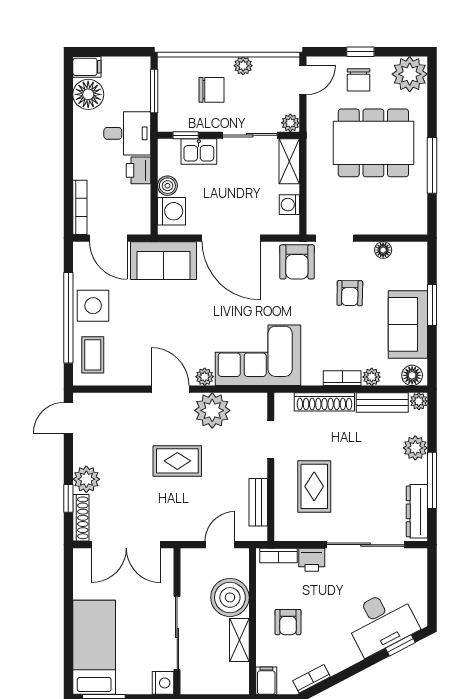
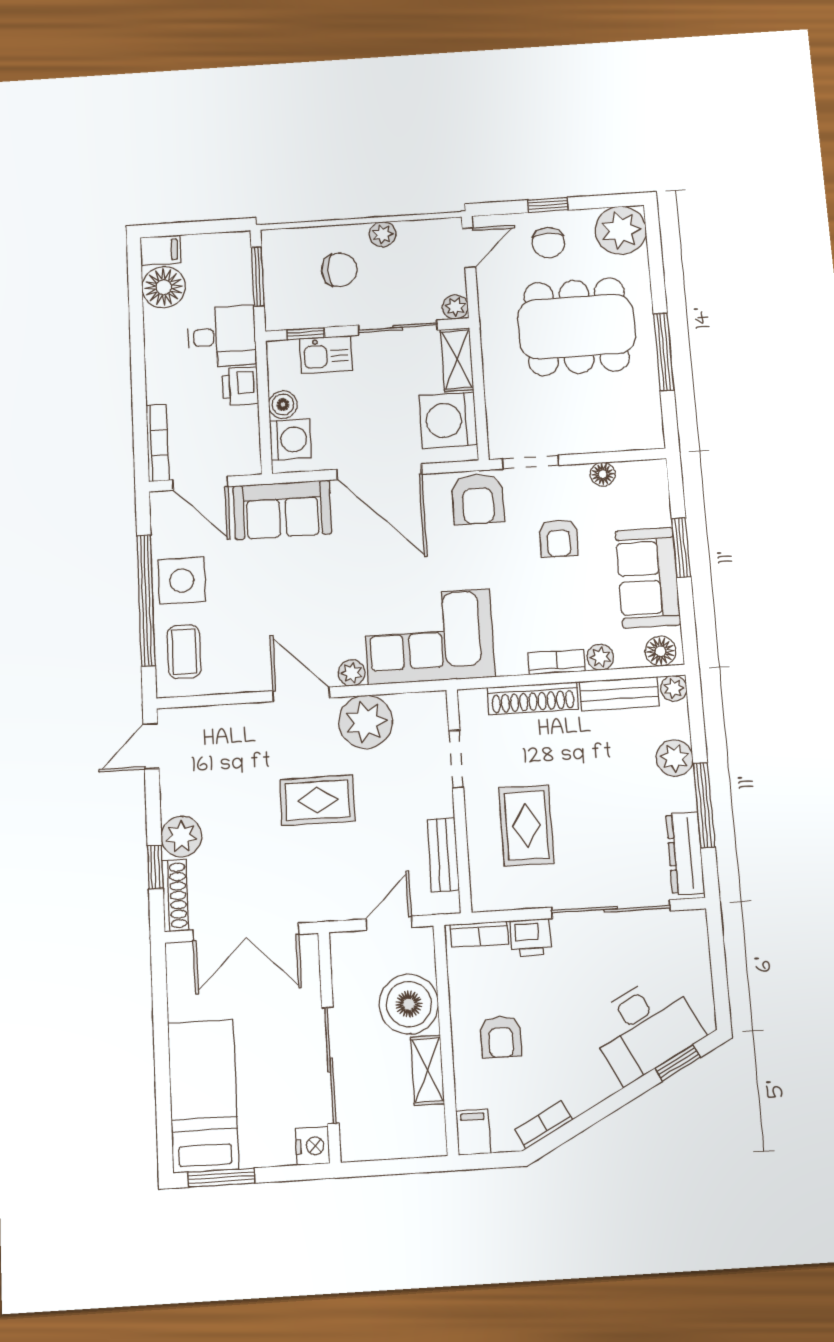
washing machine: (289, 205) -> (448, 420), width x1.89, depth x1.89

